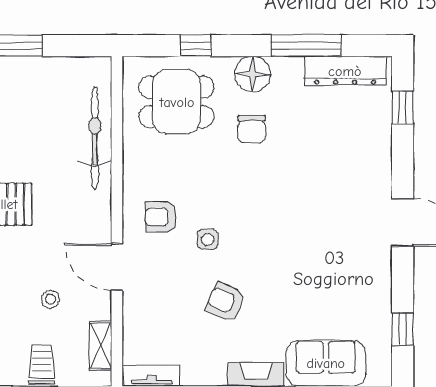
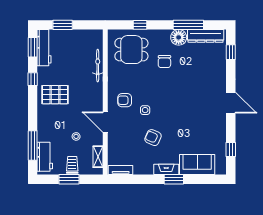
floor lamp: (252, 74) -> (179, 37), moved
bicycle: (95, 138) -> (98, 66), width x0.73, depth x0.71

